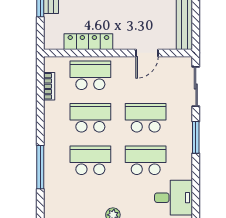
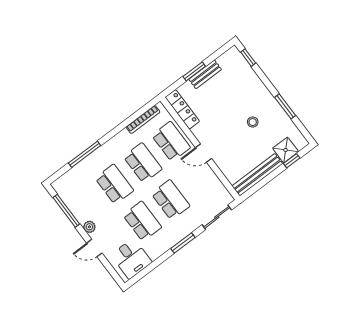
locker: (88, 42) -> (182, 109), moved
door: (147, 53) -> (203, 153), moved
bookcase: (49, 86) -> (143, 119), width x1.56

